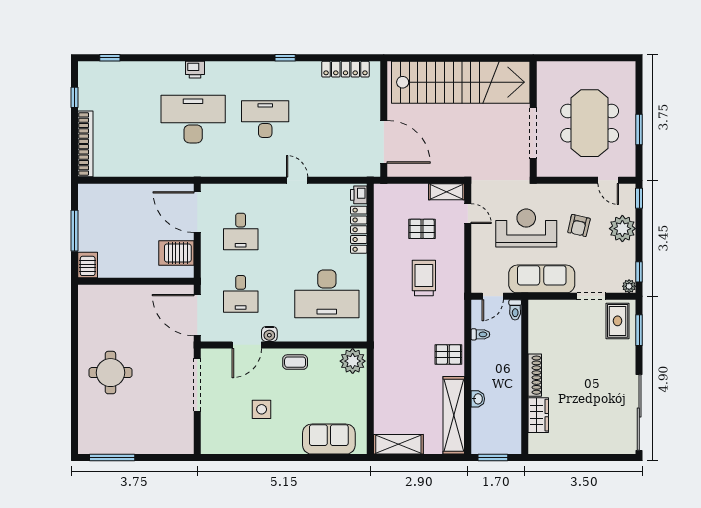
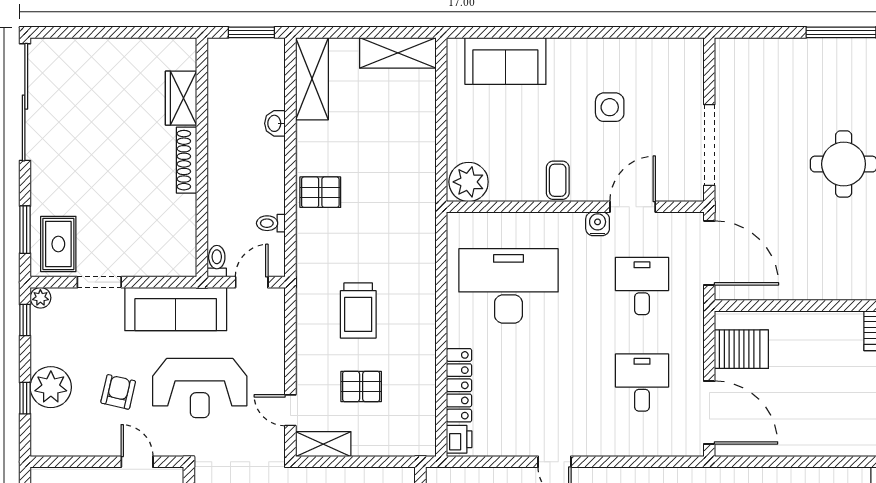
door: (608, 180) -> (137, 462), moved
window: (639, 198) -> (25, 398), moved
coffee table: (295, 362) -> (558, 180), turned 90
shelving: (454, 415) -> (312, 79), width x0.68

